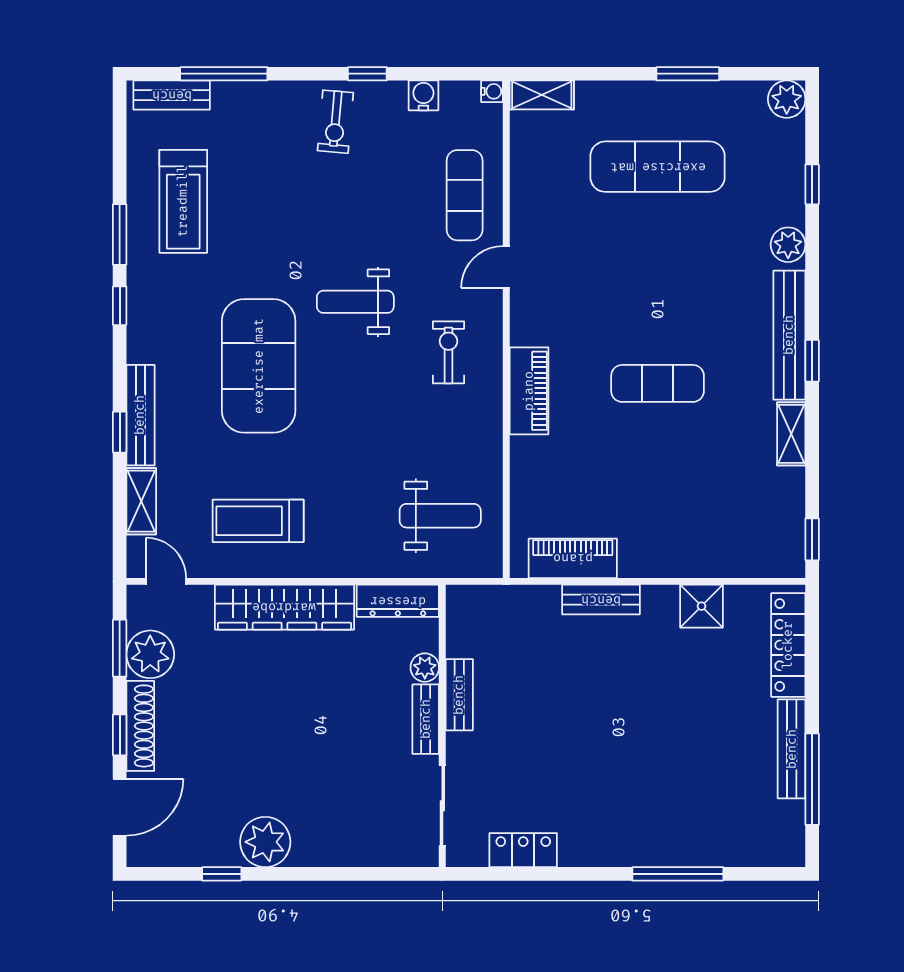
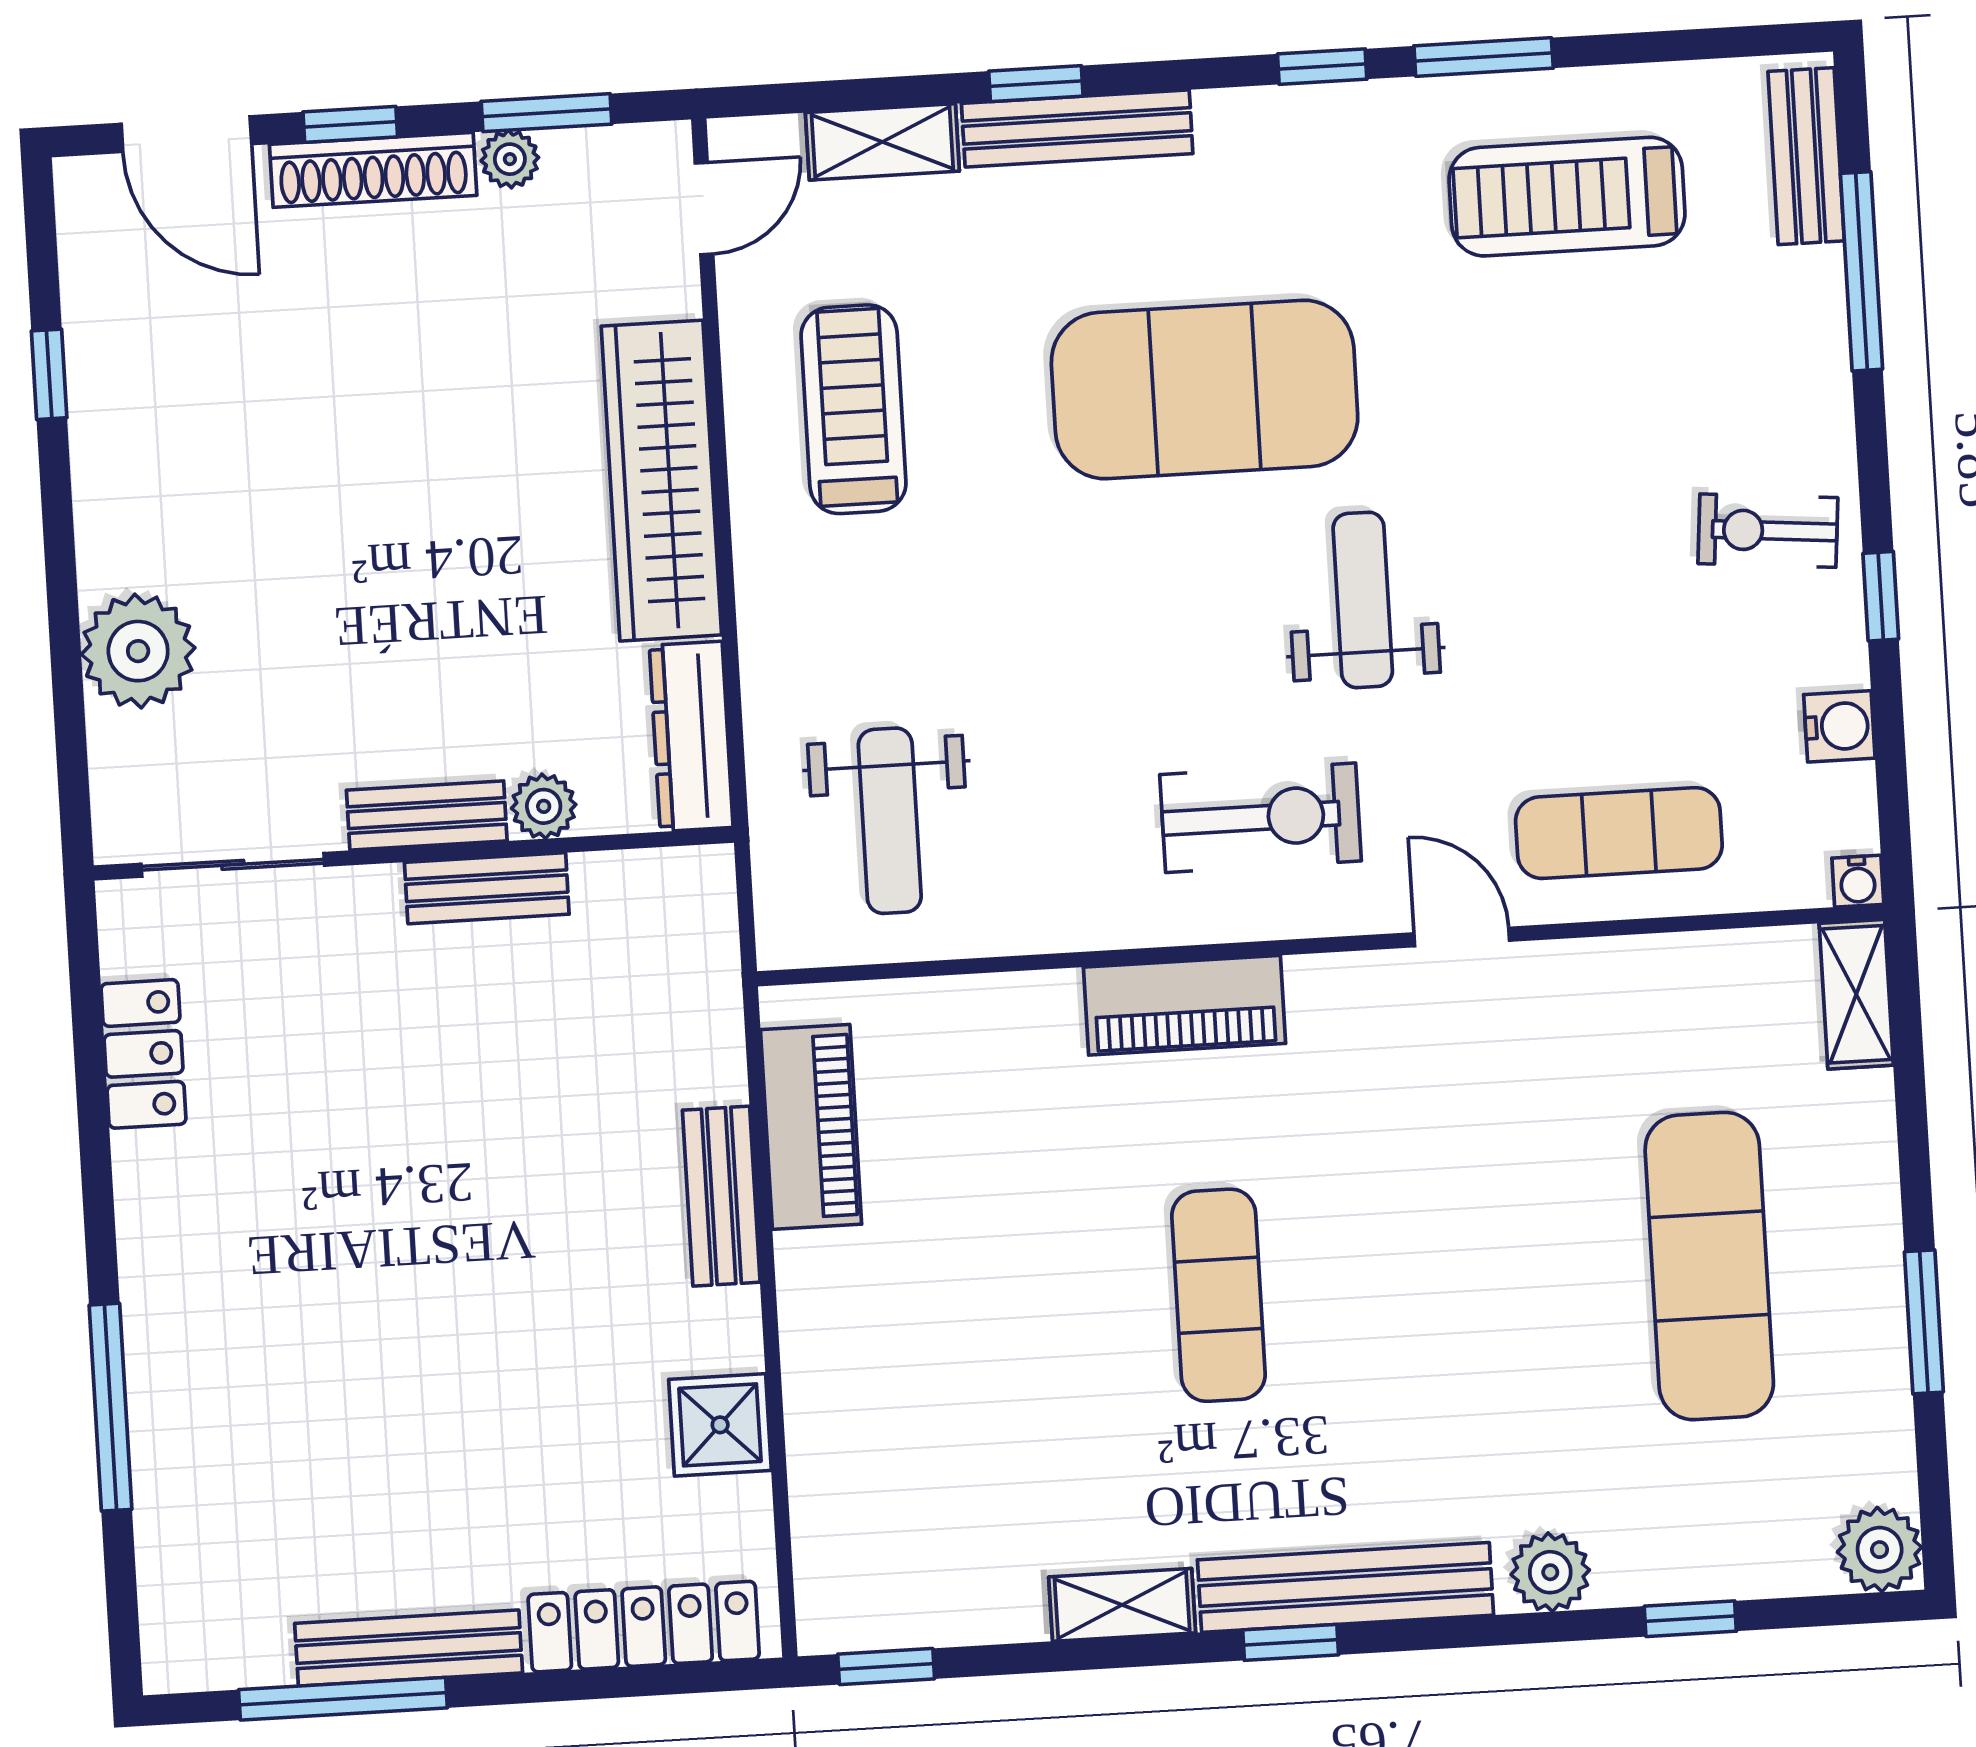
exercise bike: (448, 352) -> (1261, 818), width x1.38, depth x1.39
plant: (150, 654) -> (510, 159), width x0.53, depth x0.53
plant: (265, 842) -> (138, 651), moved

